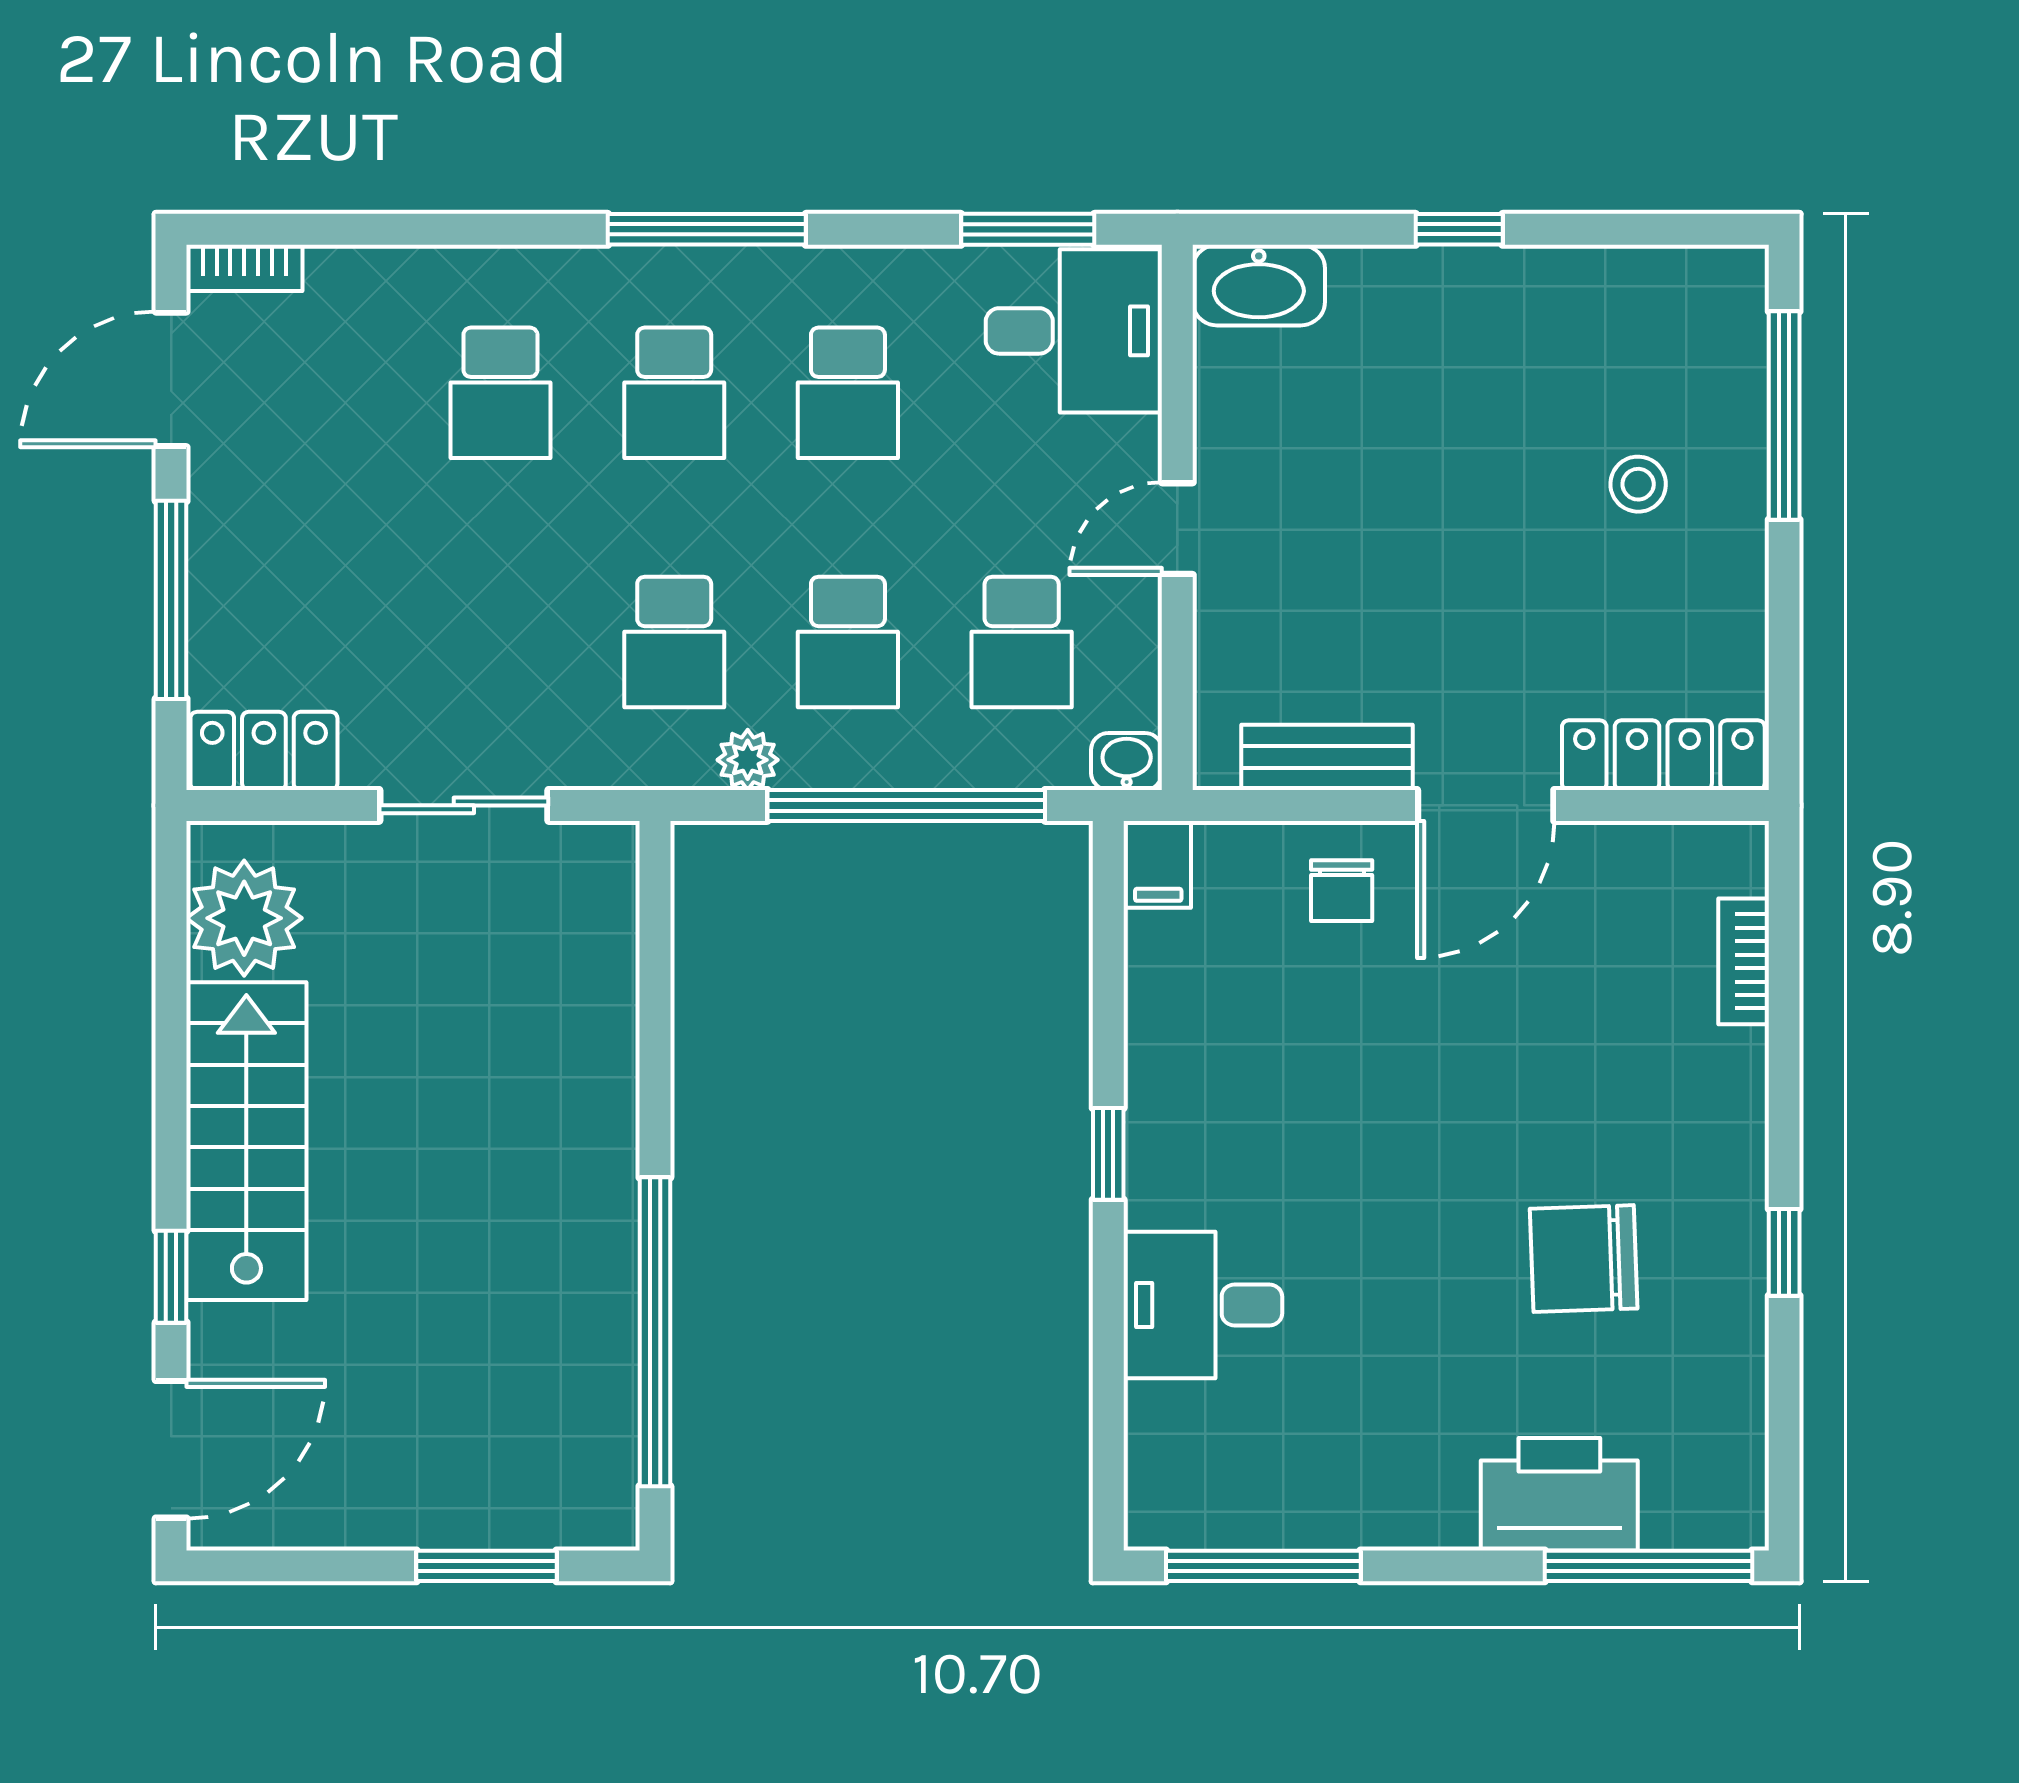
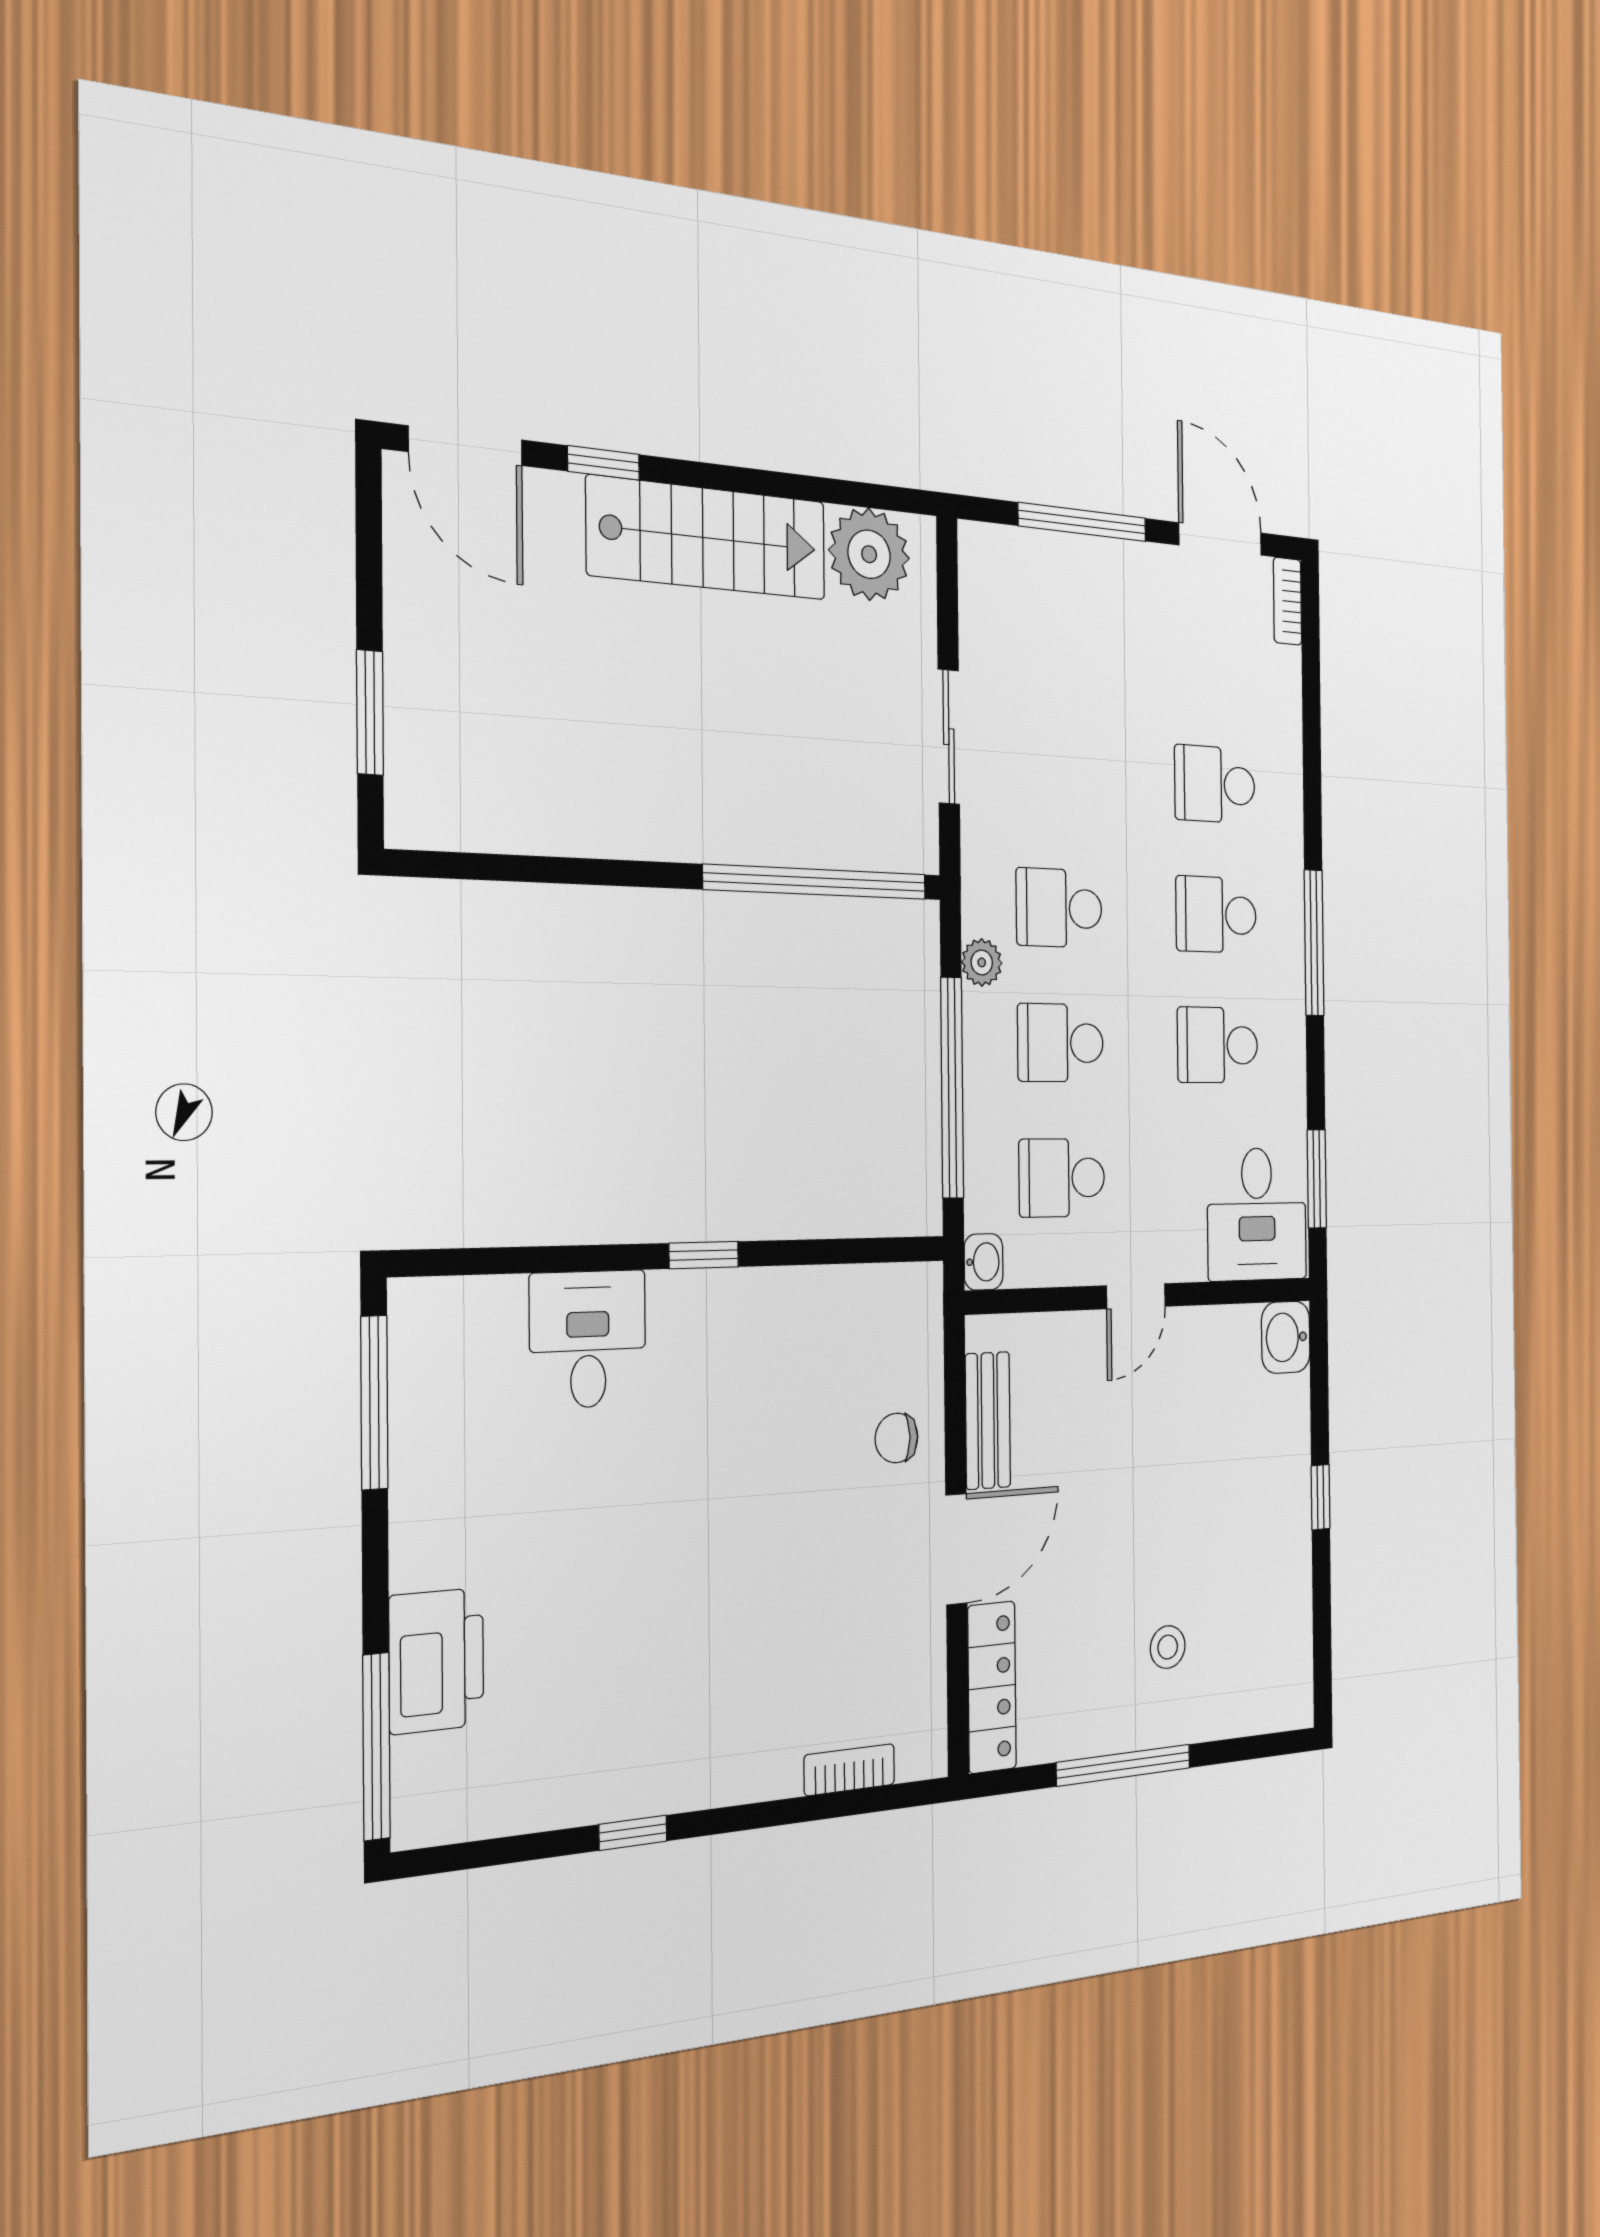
washbasin: (1259, 285) -> (1286, 1337), width x0.72
window: (1784, 416) -> (1124, 1765), moved
door: (1177, 529) -> (1136, 1296), swing flipped
locker: (264, 751) -> (984, 583), removed
door: (1486, 805) -> (956, 1549), swing flipped
filing cabinet: (1158, 864) -> (913, 1289), removed
chair: (1584, 1259) -> (627, 1662), removed
window: (655, 1332) -> (816, 882), moved

